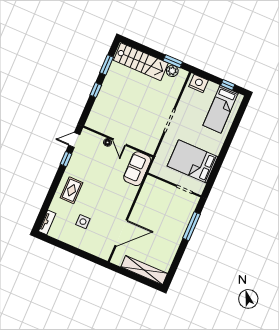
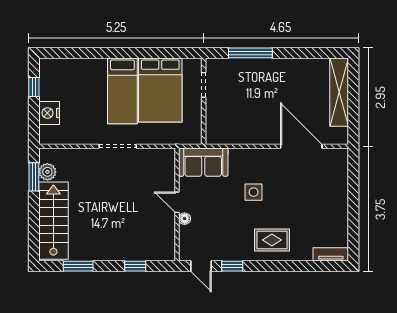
nightstand: (198, 83) -> (49, 113), moved
window: (96, 90) -> (135, 266), moved
bed: (220, 109) -> (122, 91), moved, turned 90
door: (120, 142) -> (177, 202), swing flipped
side table: (83, 222) -> (254, 192), moved

